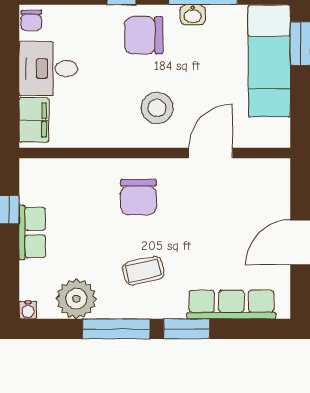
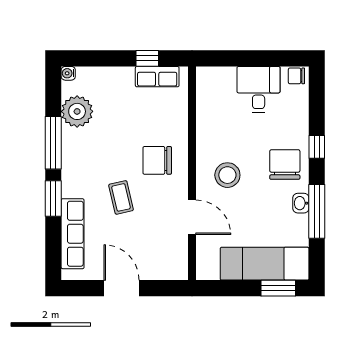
filing cabinet: (34, 120) -> (218, 78), removed
row of seats: (32, 233) -> (157, 77), moved
coffee table: (143, 271) -> (121, 197), moved

